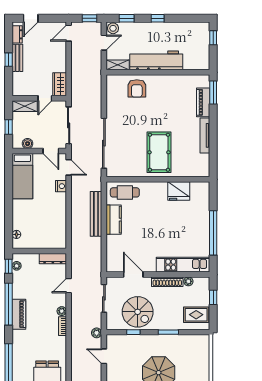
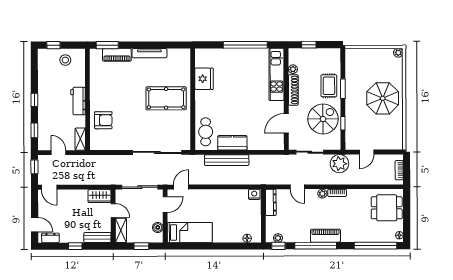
stool: (113, 28) -> (65, 60), moved
bench: (17, 58) -> (97, 238), moved
workbench: (156, 60) -> (78, 101), width x0.53, depth x0.76
nightstand: (61, 186) -> (254, 194), moved
rug: (196, 315) -> (329, 86), moved
plant: (97, 333) -> (339, 164), width x1.88, depth x1.88

